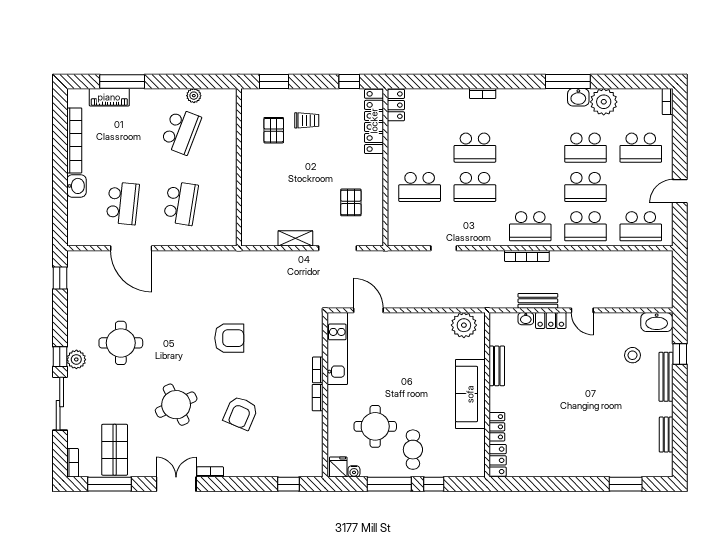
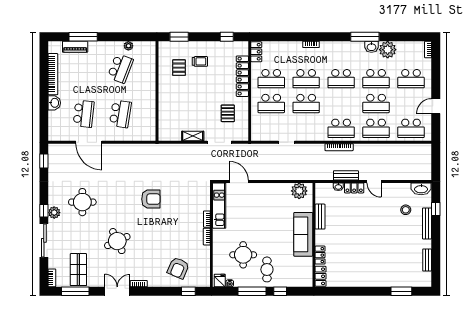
locker: (374, 121) -> (242, 76), moved
school desk: (420, 148) -> (271, 79), added
school desk: (530, 148) -> (341, 79), added
armchair: (241, 413) -> (178, 268), moved

